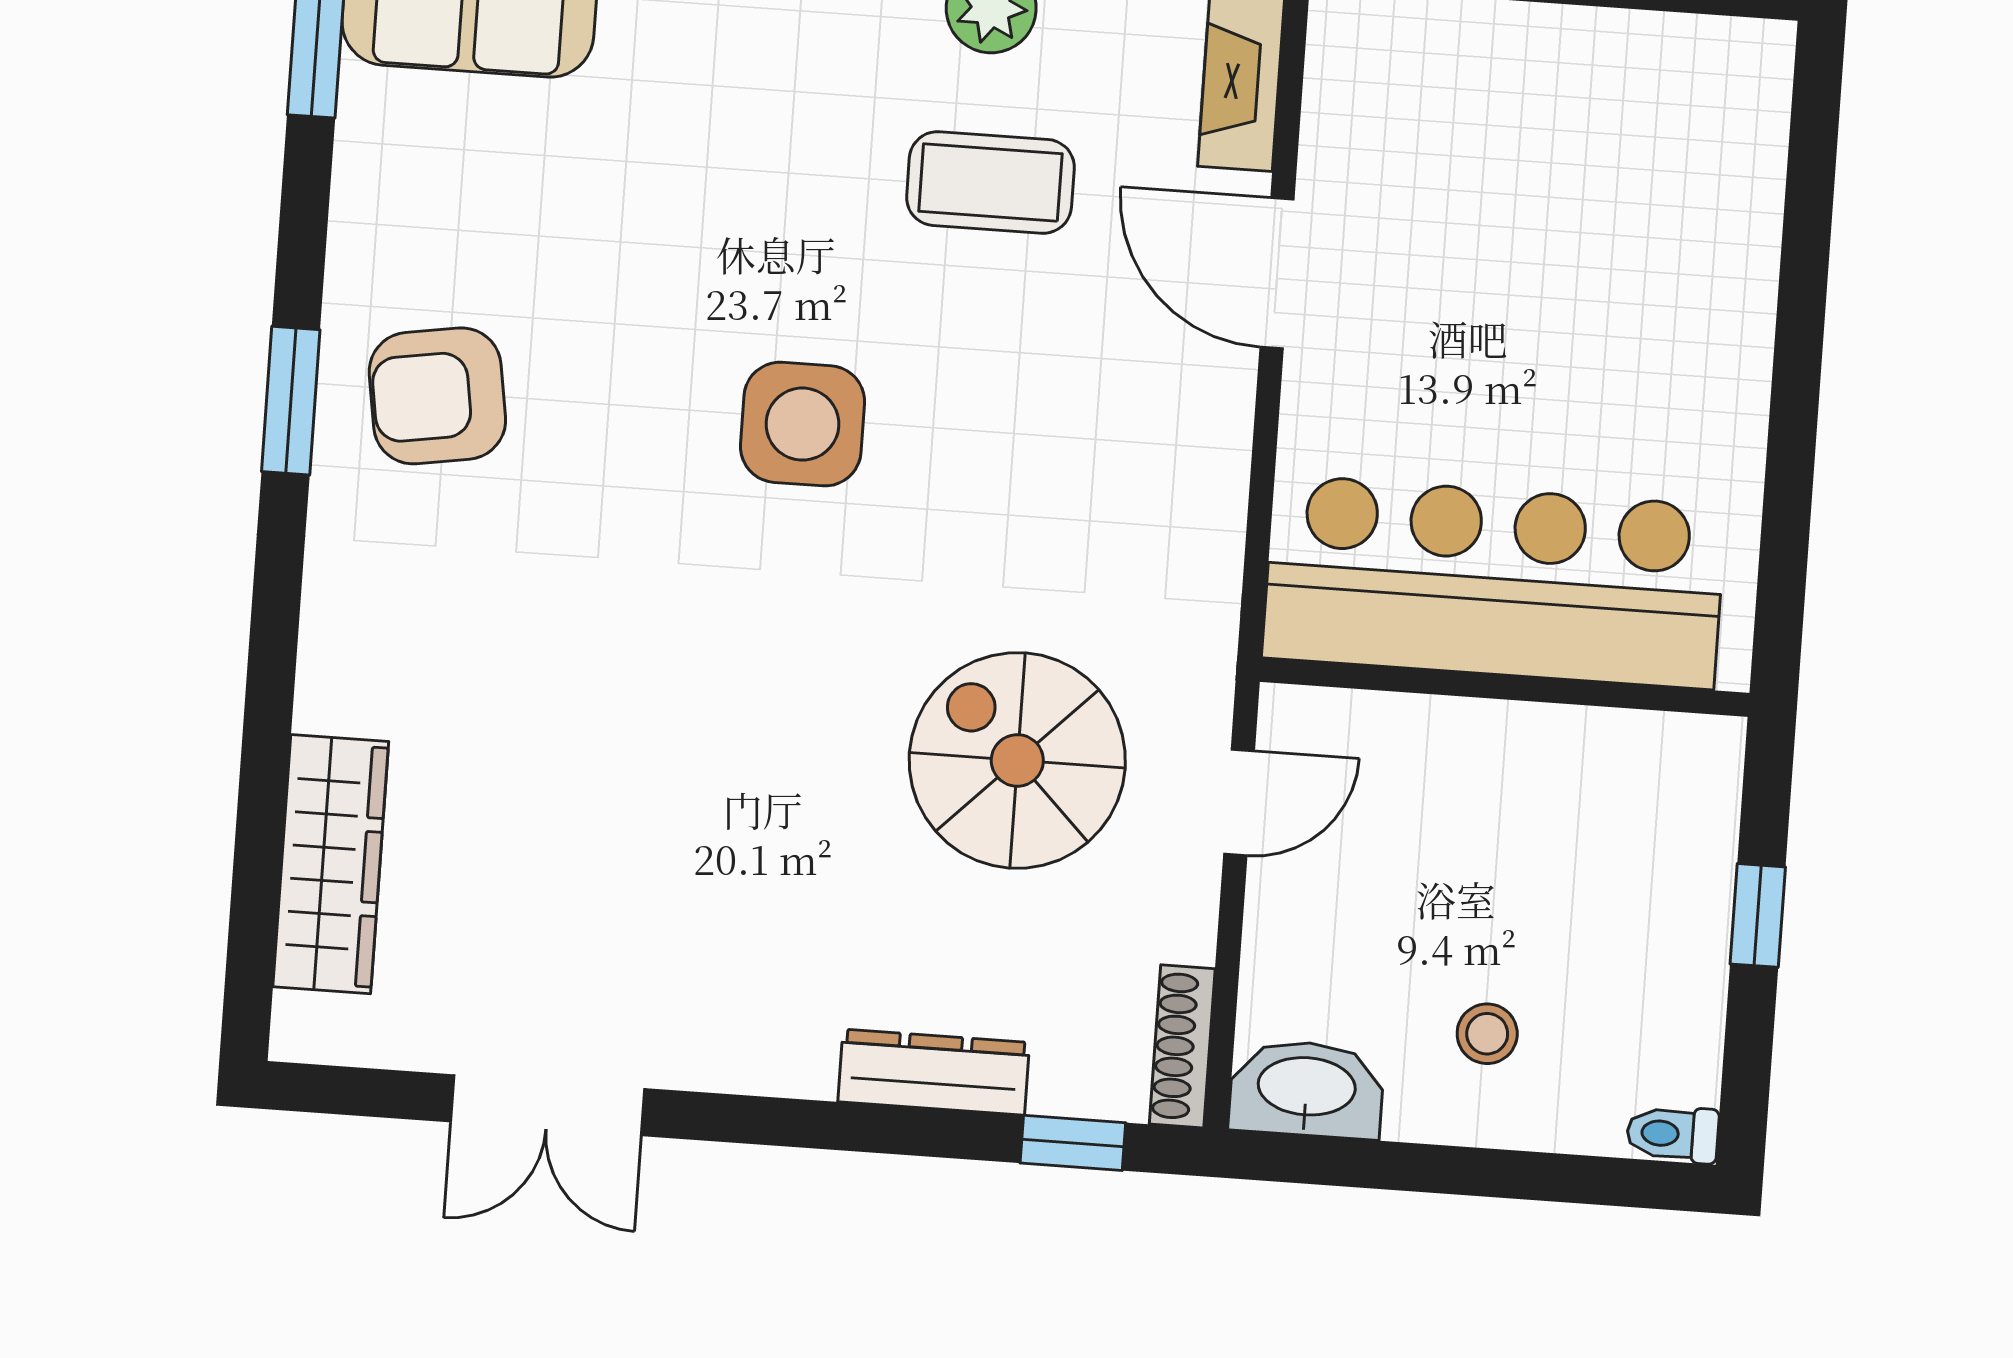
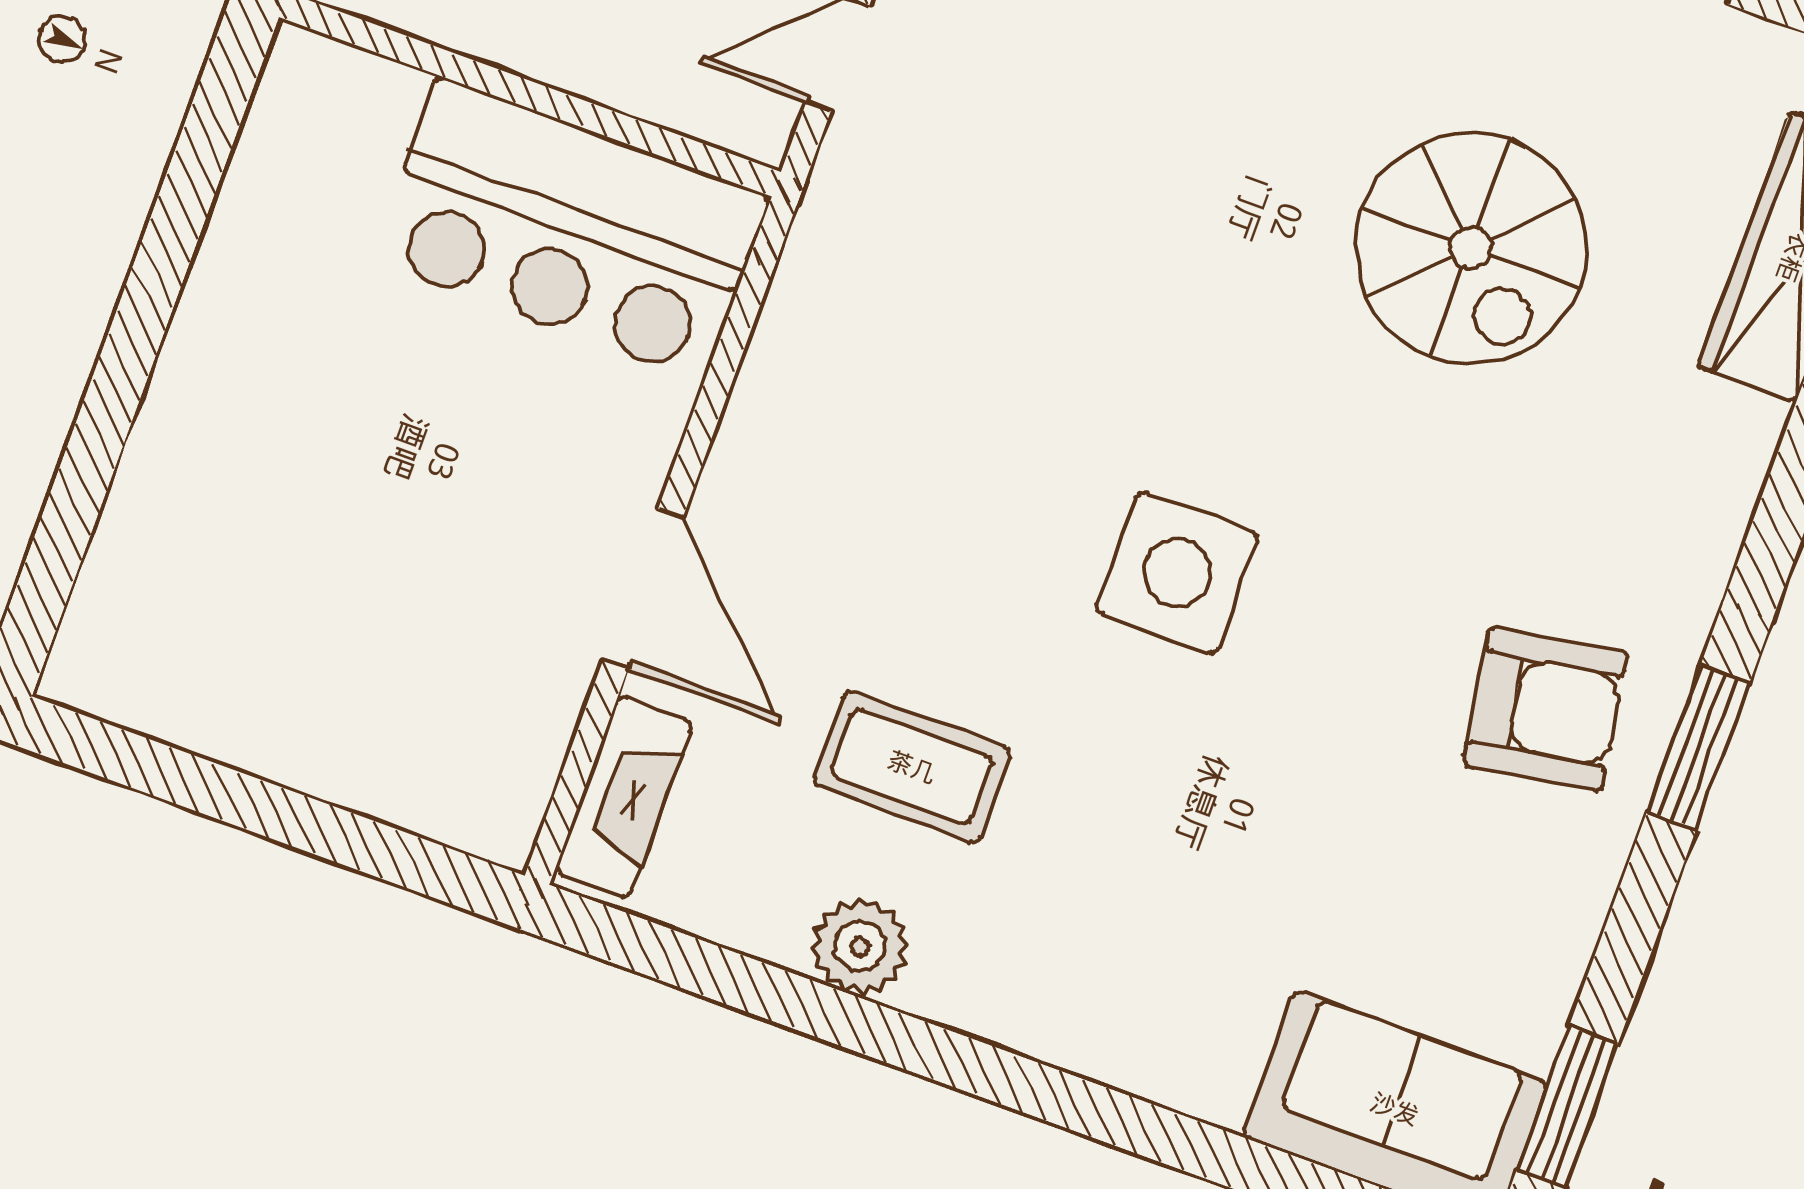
bar counter: (1494, 582) -> (571, 229), width x0.73
spiral stairs: (1017, 760) -> (1471, 248), moved

